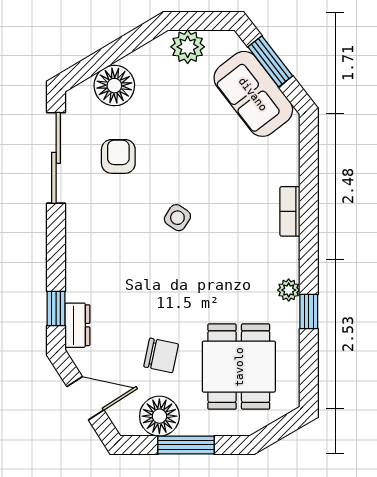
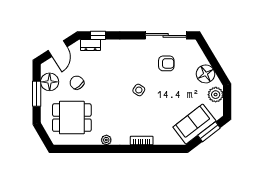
floor lamp: (114, 86) -> (206, 74), moved
window: (309, 312) -> (97, 149), removed
chair: (161, 355) -> (77, 83), turned 128

